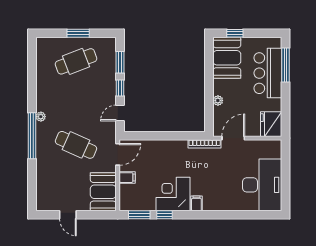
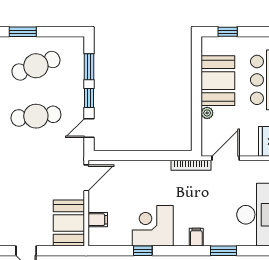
window: (78, 33) -> (23, 32), moved
booth: (227, 58) -> (218, 81), moved
cafe table: (76, 145) -> (36, 116), moved, turned -30
filing cabinet: (127, 178) -> (98, 220), moved
filing cabinet: (196, 203) -> (196, 237), moved
window: (139, 215) -> (224, 251), moved

